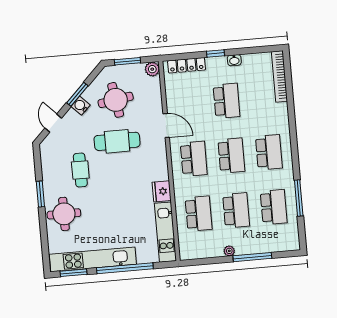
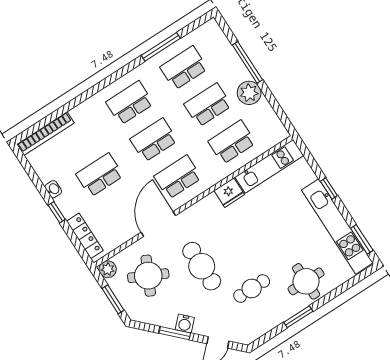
round table: (116, 100) -> (148, 276), moved, turned 35
door: (166, 125) -> (158, 224), width x1.36
plant: (229, 251) -> (249, 93), width x1.88, depth x1.88
window: (125, 268) -> (329, 188), width x0.32

